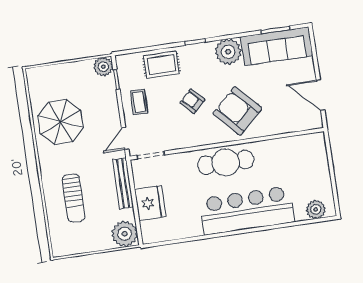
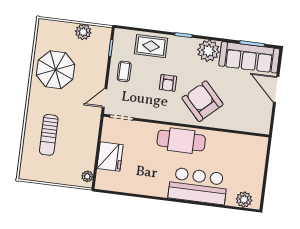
plant: (103, 67) -> (83, 32), moved
door: (320, 95) -> (276, 89), moved
armchair: (192, 101) -> (168, 83), turned -135
bench: (123, 183) -> (93, 134), removed
bar counter: (247, 210) -> (198, 186), width x0.73
plant: (125, 234) -> (87, 176), width x0.53, depth x0.53

